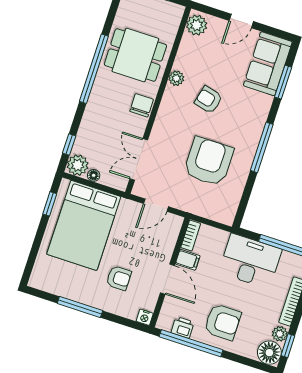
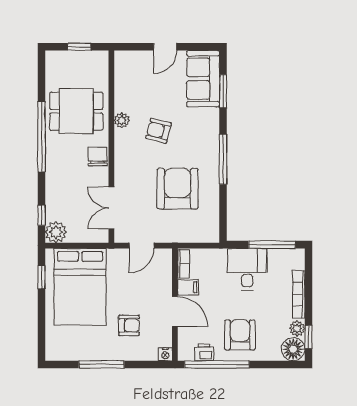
plant: (197, 25) -> (125, 64), removed
floor lamp: (94, 175) -> (74, 237), removed
desk: (250, 261) -> (247, 269), width x0.73
armchair: (223, 322) -> (240, 335), turned -90

